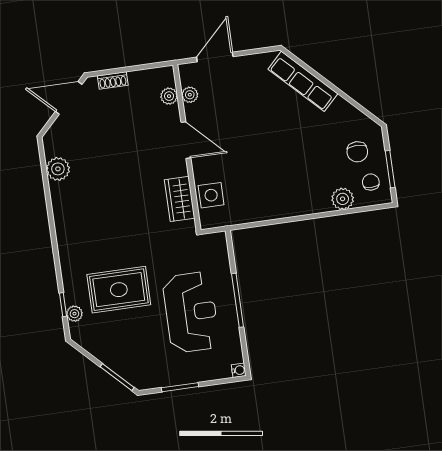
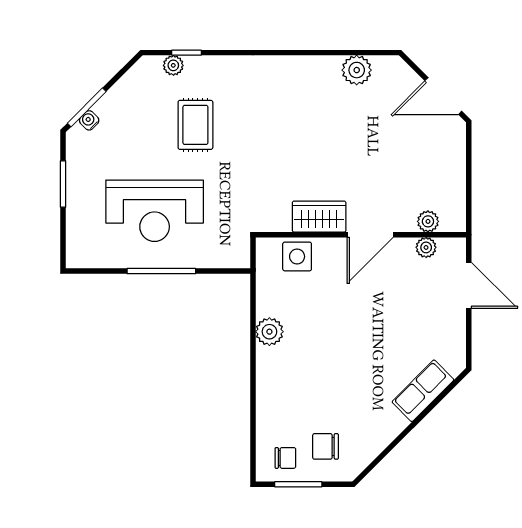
shoe rack: (113, 80) -> (457, 154), removed
row of seats: (303, 81) -> (423, 391), width x0.68
door: (69, 98) -> (443, 96), swing flipped
wardrobe: (180, 199) -> (319, 217), moved
plant: (343, 199) -> (269, 332), moved
rug: (119, 290) -> (195, 125), width x0.73, depth x0.70
water cooler: (239, 370) -> (89, 120), moved, turned 135

